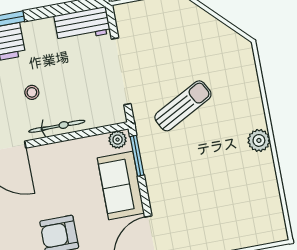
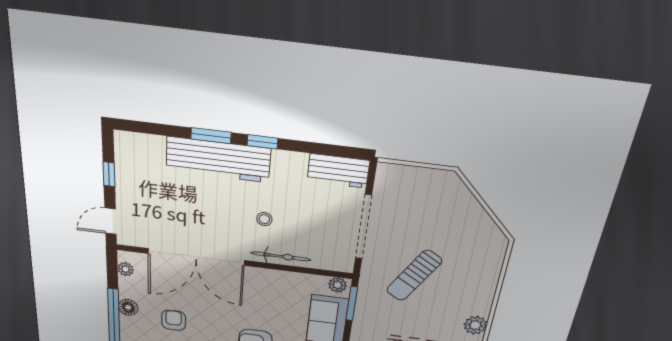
sun lounger: (183, 106) -> (414, 276), turned 149

